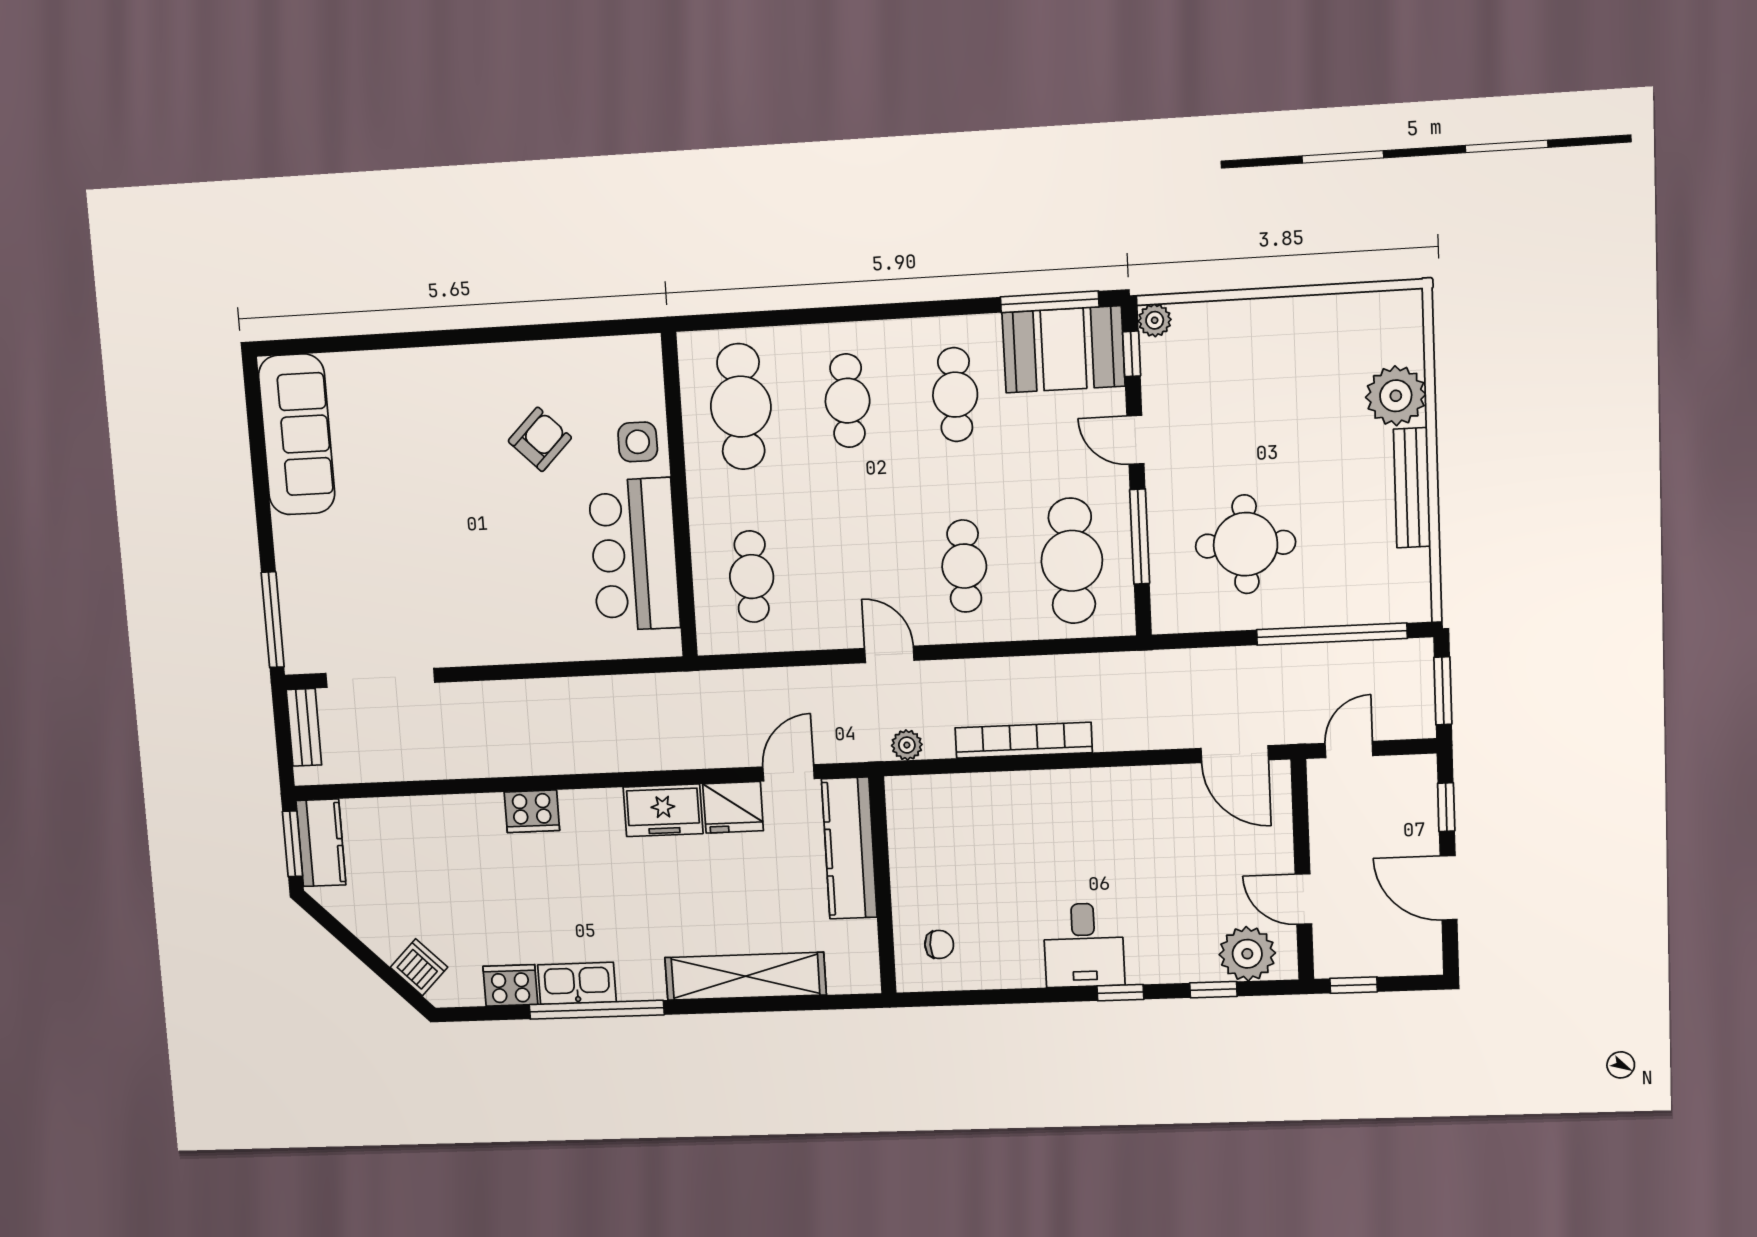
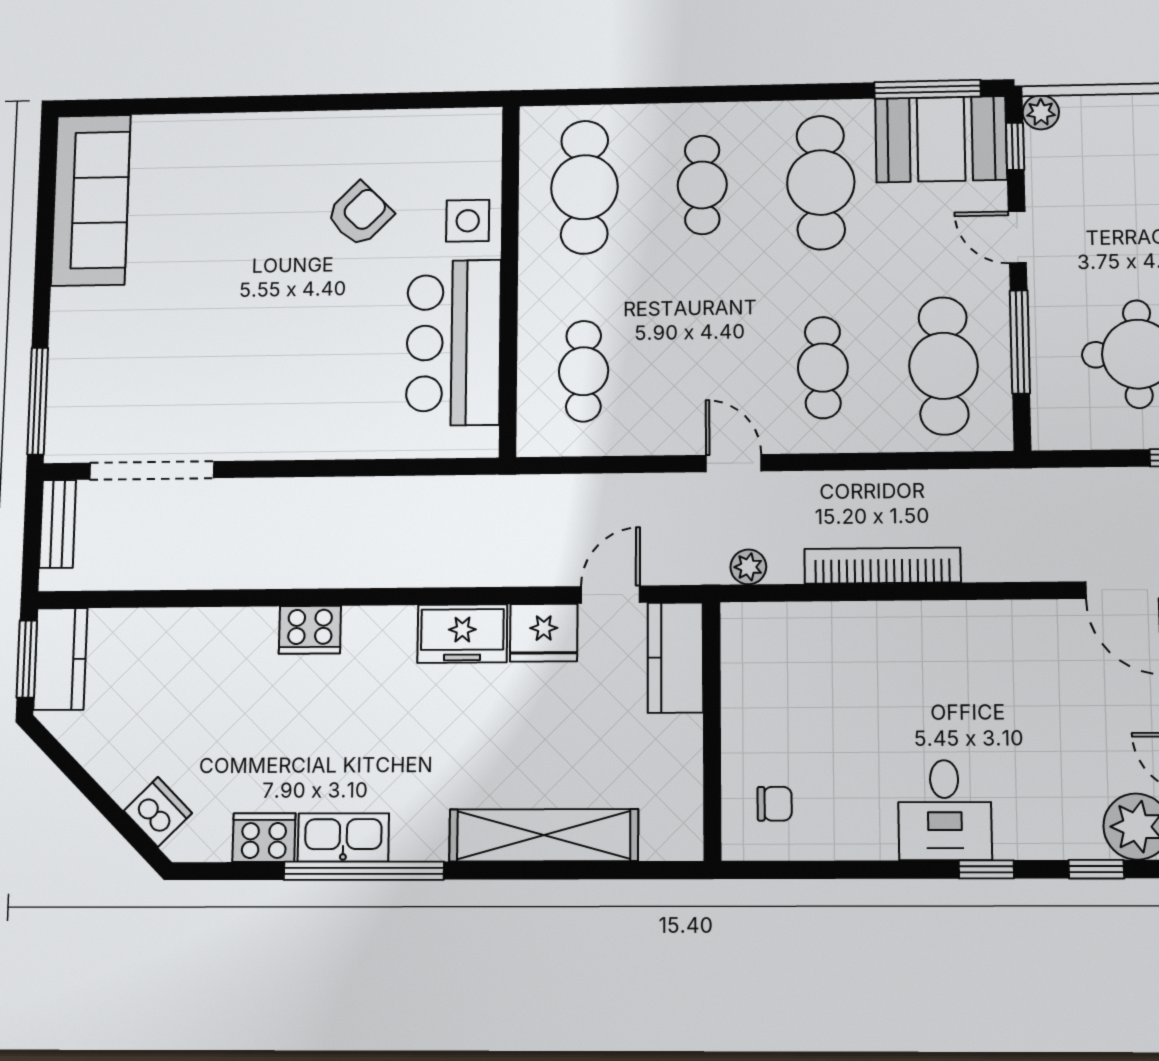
cafe table: (955, 395) -> (821, 183), width x1.37, depth x1.35
kitchen counter: (849, 848) -> (675, 658), width x0.67

